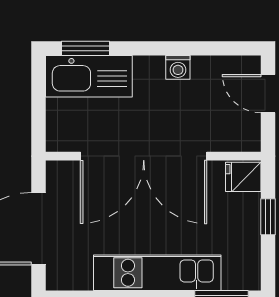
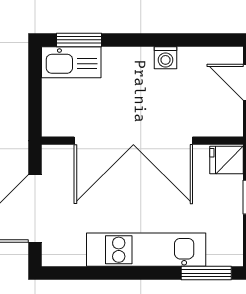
kitchen sink: (89, 76) -> (71, 62), width x0.73, depth x0.81

